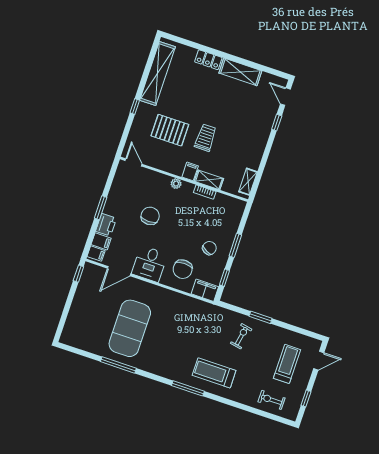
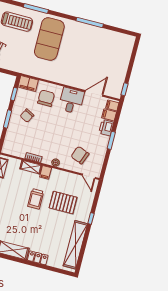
chair: (150, 216) -> (80, 155), moved, turned 111
exercise mat: (130, 328) -> (49, 39), moved

